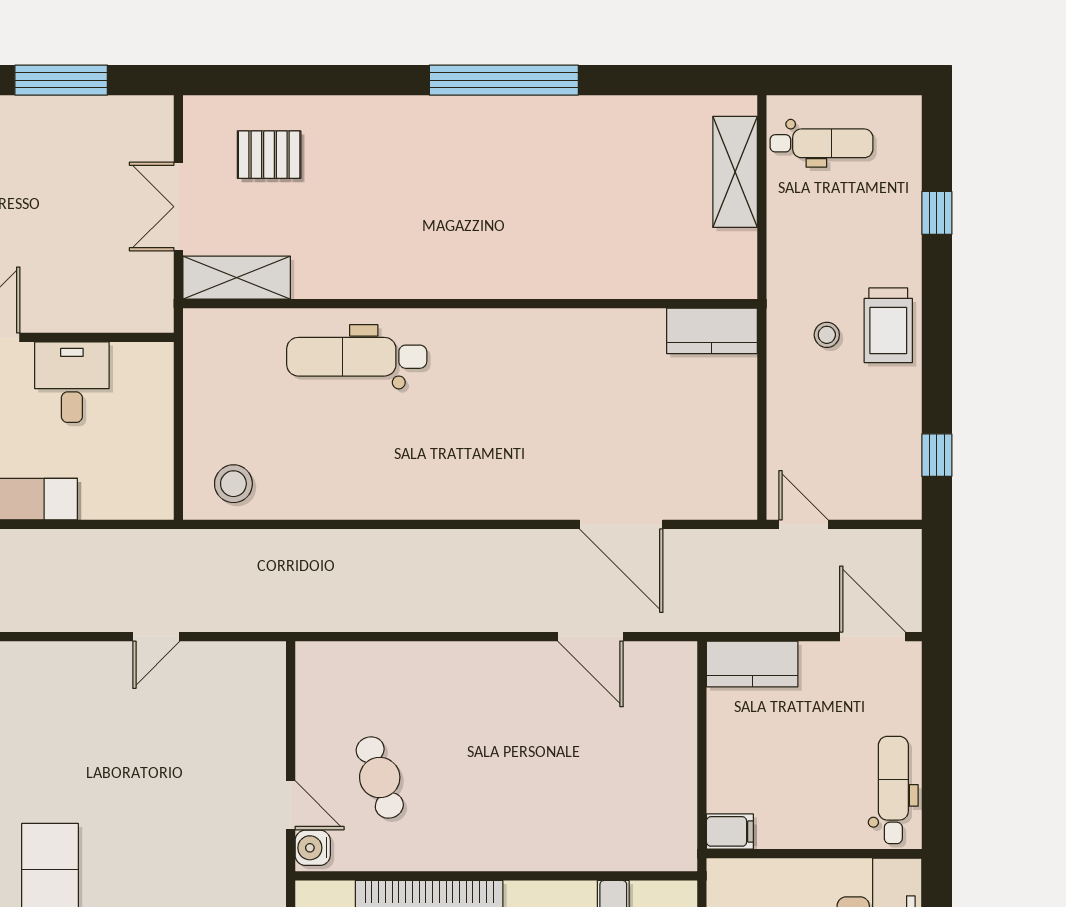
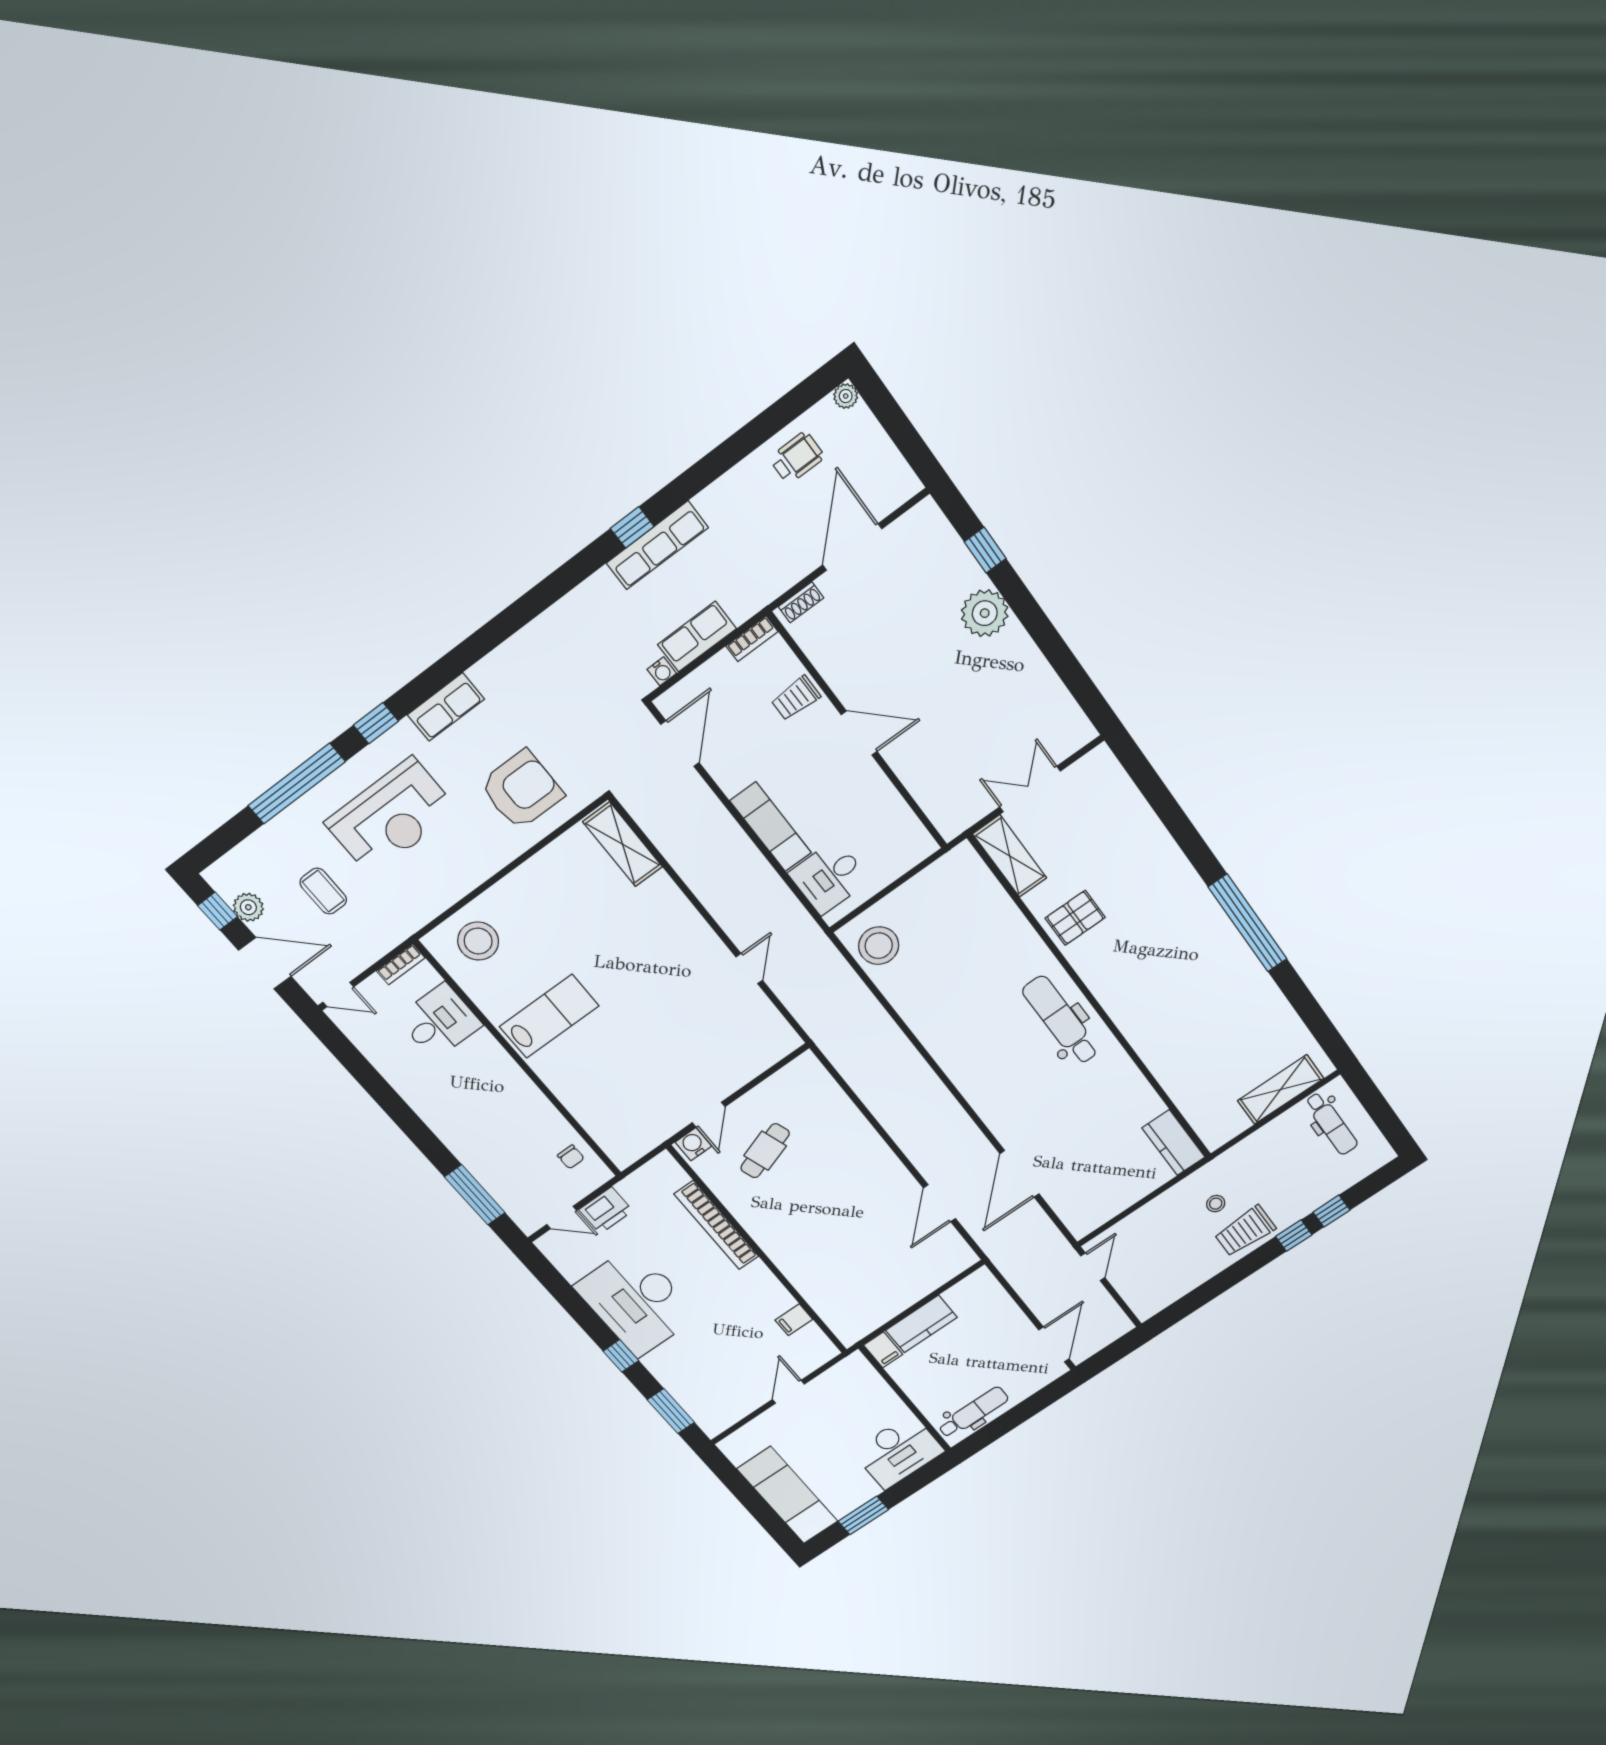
window: (61, 80) -> (1061, 658), removed
pallet: (269, 155) -> (1075, 918), moved, turned 90
dental chair: (357, 357) -> (1061, 1020), moved
desk: (72, 382) -> (829, 877), moved, turned 180
window: (937, 455) -> (1294, 1236), moved
stool: (233, 484) -> (879, 946), width x1.38, depth x1.38
door: (156, 637) -> (749, 969), swing flipped
kitchen counter: (752, 664) -> (921, 1324), moved, turned -90

